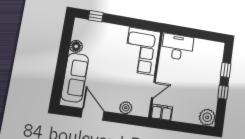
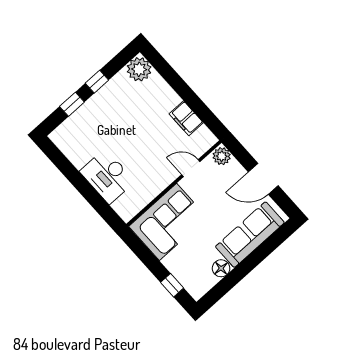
corner sofa: (142, 51) -> (168, 222), moved
wall: (156, 74) -> (174, 183), moved
door: (153, 90) -> (191, 168), moved
door: (93, 114) -> (263, 179), hinge flipped

